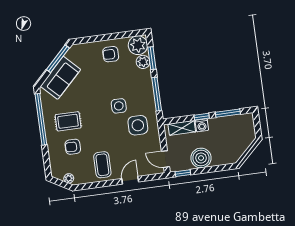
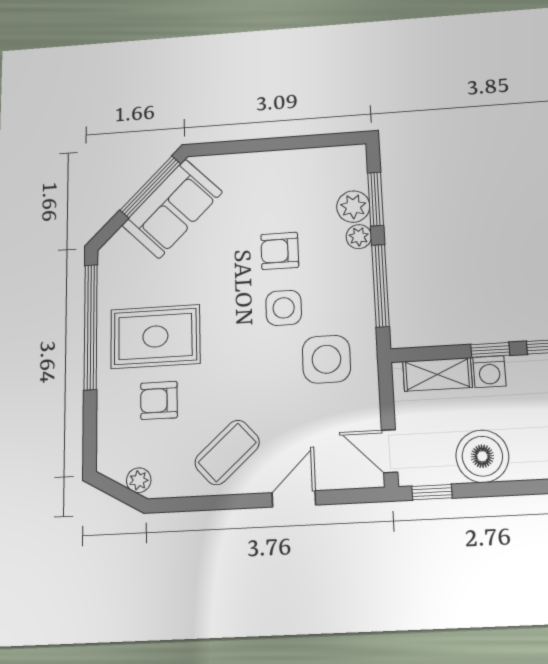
plant: (138, 45) -> (359, 237), moved, width x0.53, depth x0.53
armchair: (111, 54) -> (280, 251), moved
sofa: (60, 78) -> (172, 209), moved
rug: (68, 121) -> (155, 336), width x1.36, depth x1.43
coffee table: (102, 165) -> (227, 452), turned 48

